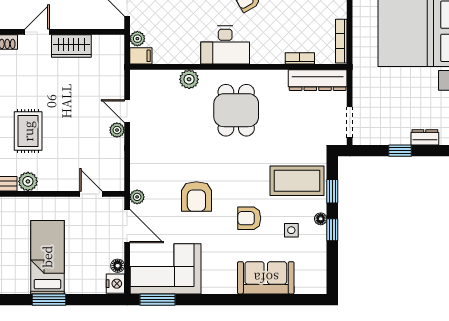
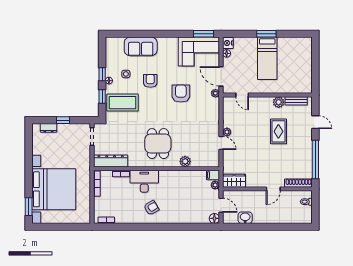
desk: (225, 45) -> (144, 181), moved
wardrobe: (71, 46) -> (234, 181), moved
armchair: (249, 218) -> (150, 81), turned -90

